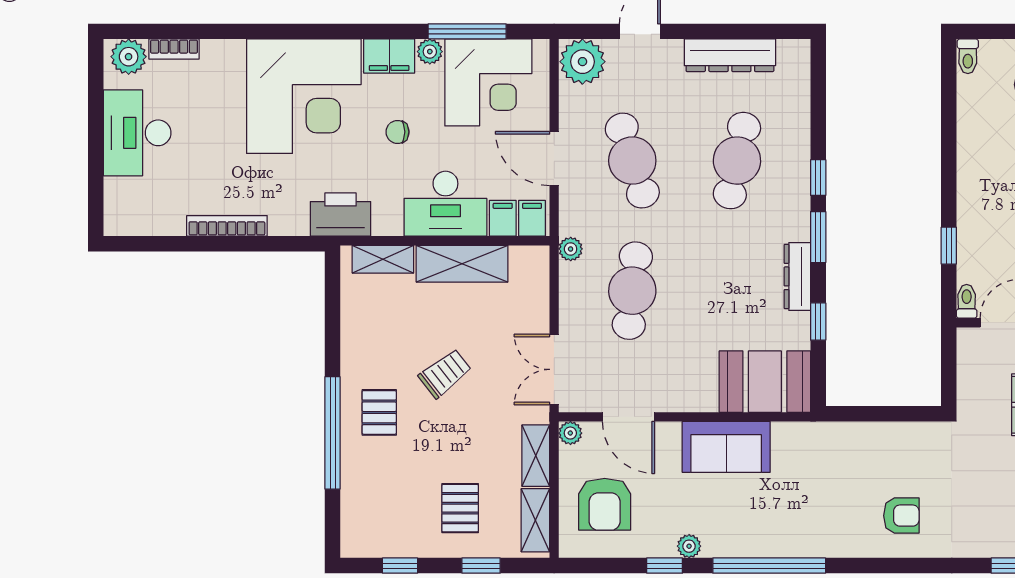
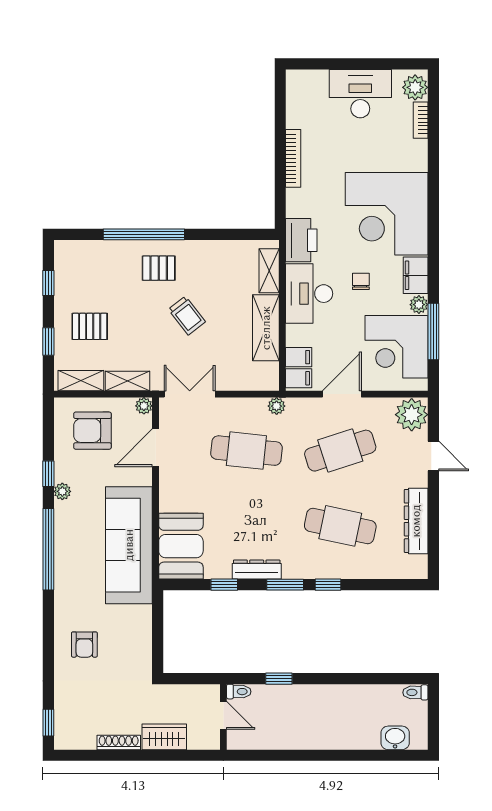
desk: (445, 204) -> (309, 294), moved
sofa: (726, 447) -> (129, 545), width x1.85, depth x1.27

